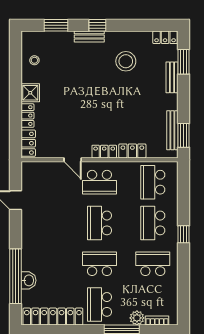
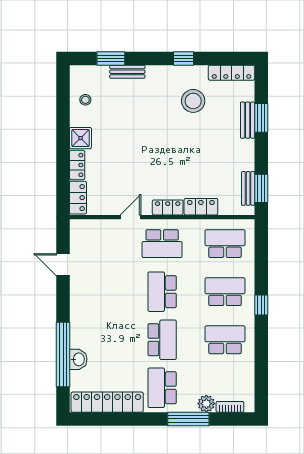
window: (97, 25) -> (184, 58), moved
bench: (89, 36) -> (127, 72), moved
locker: (165, 37) -> (232, 73), width x1.53
window: (183, 62) -> (261, 118), moved
bench: (172, 130) -> (248, 188), width x0.73
door: (73, 160) -> (131, 217), swing flipped
school desk: (153, 182) -> (225, 244), turned 90
school desk: (153, 223) -> (225, 292), turned 90
school desk: (99, 264) -> (162, 340), turned 90

